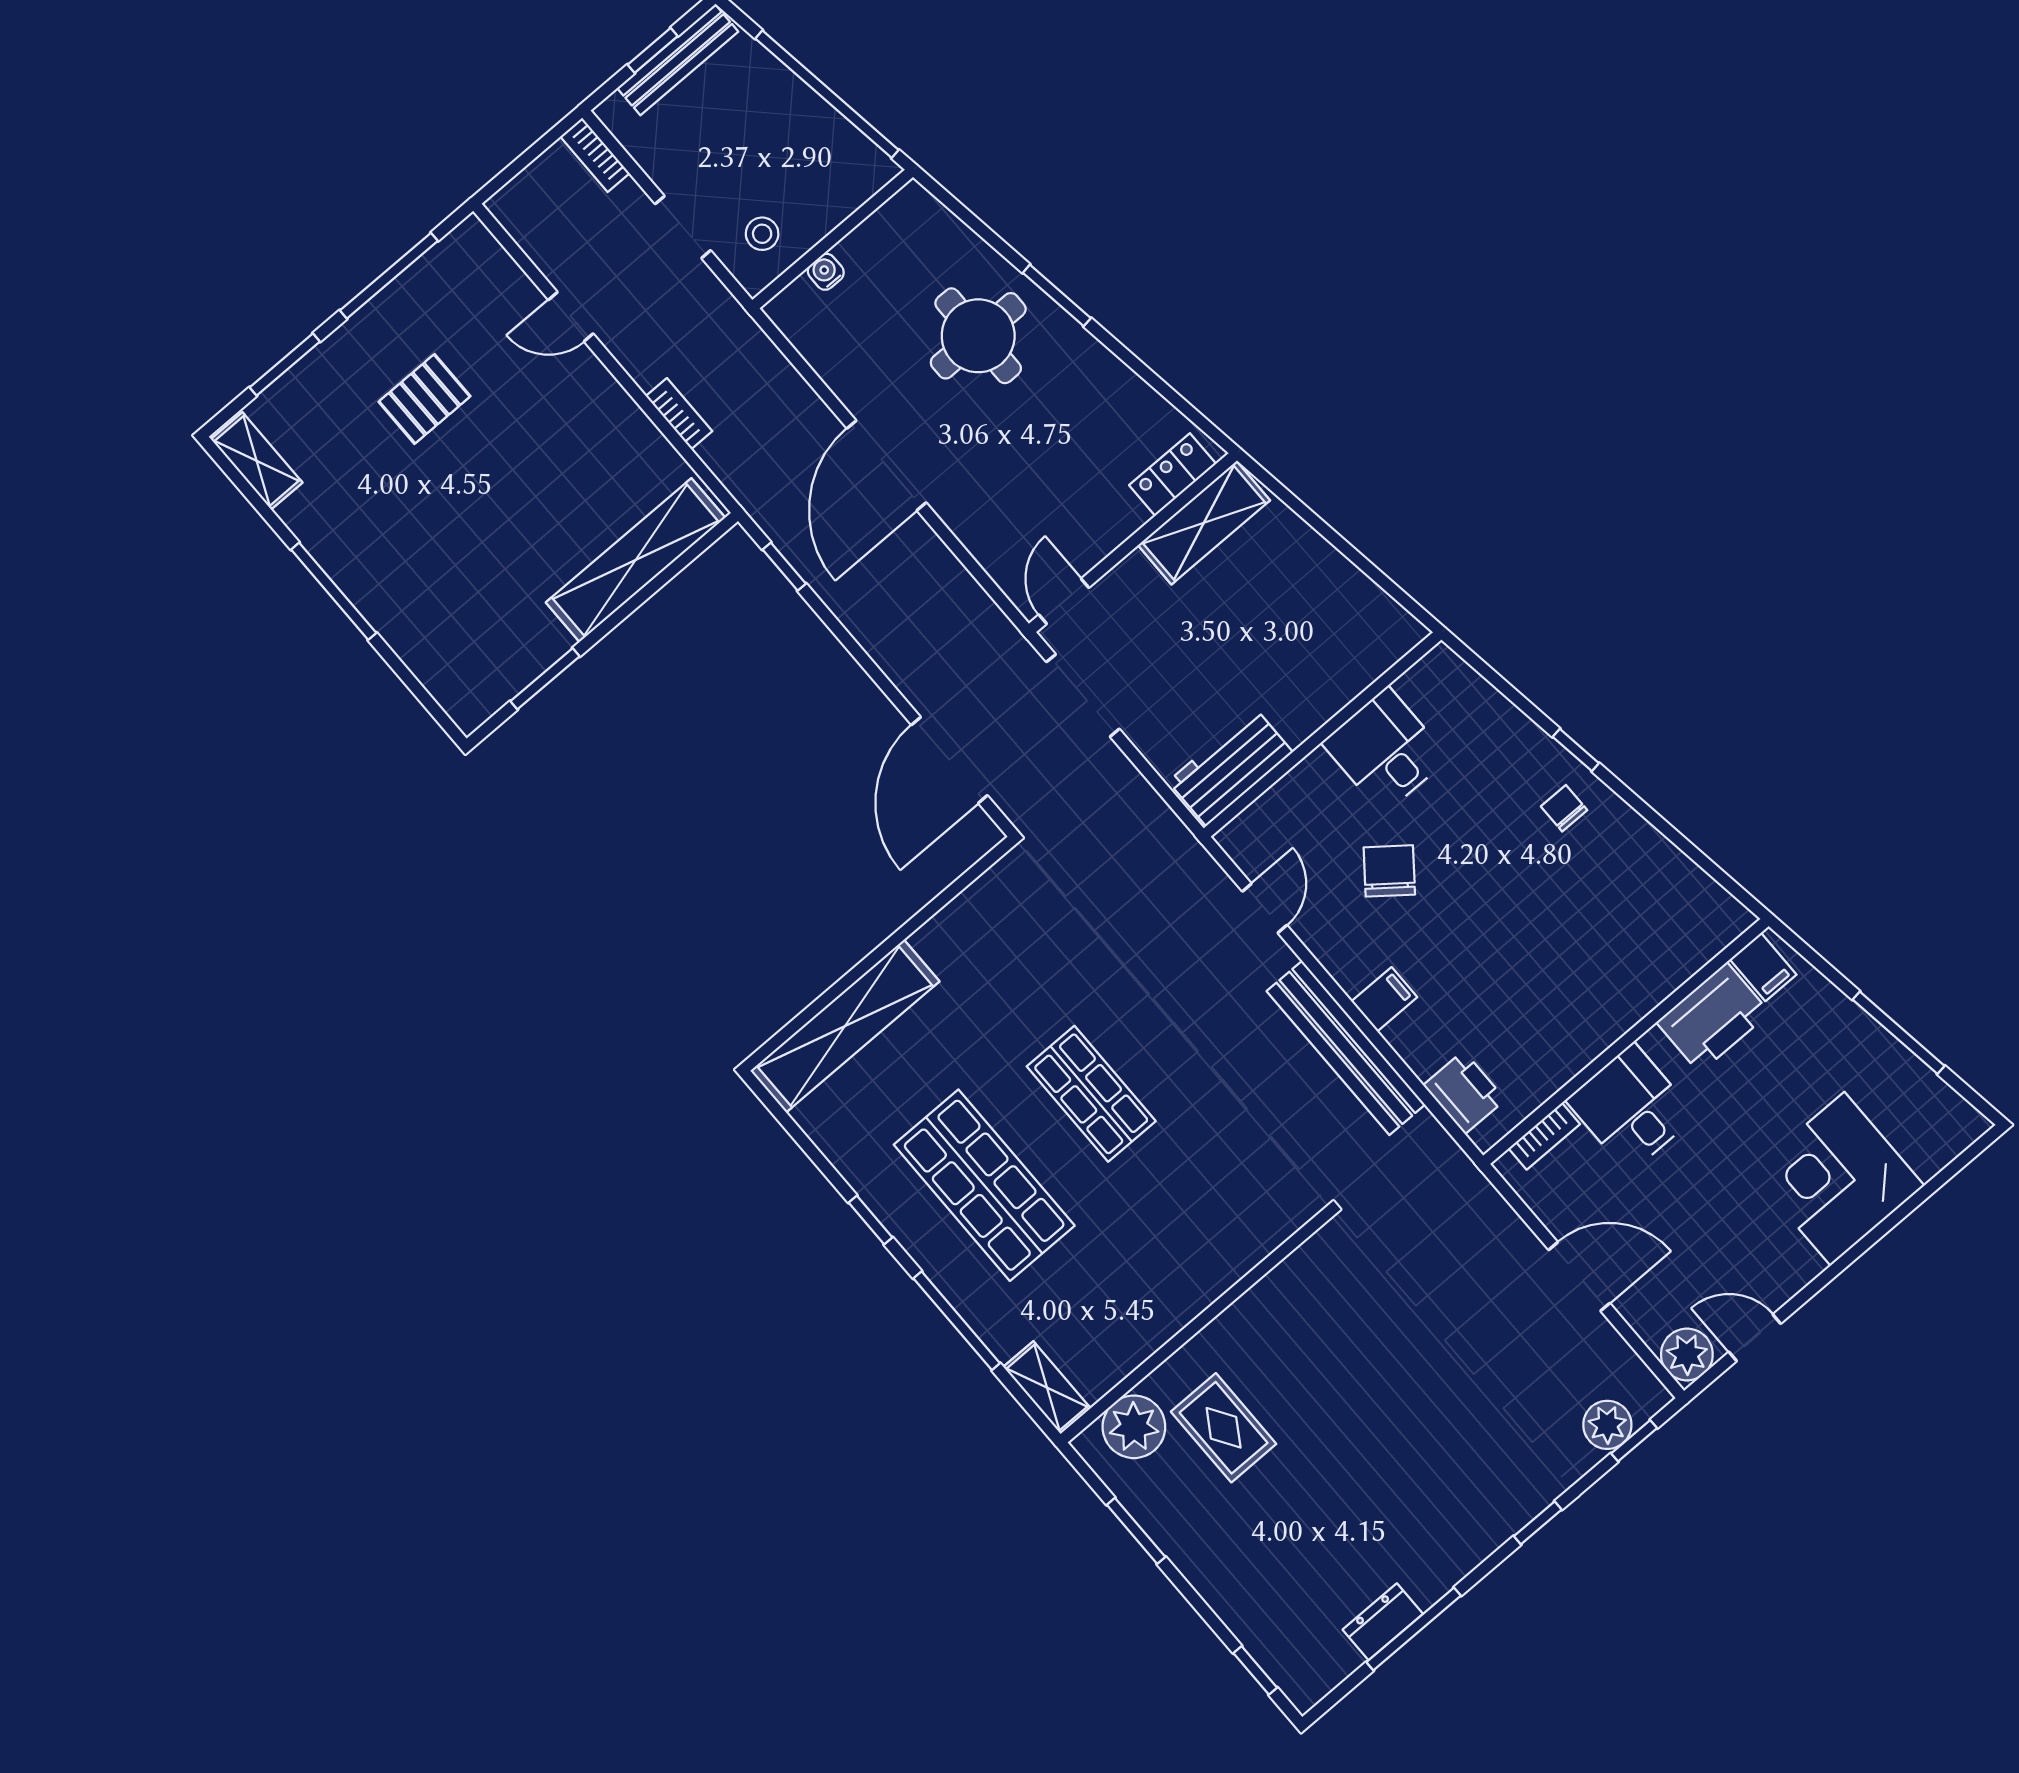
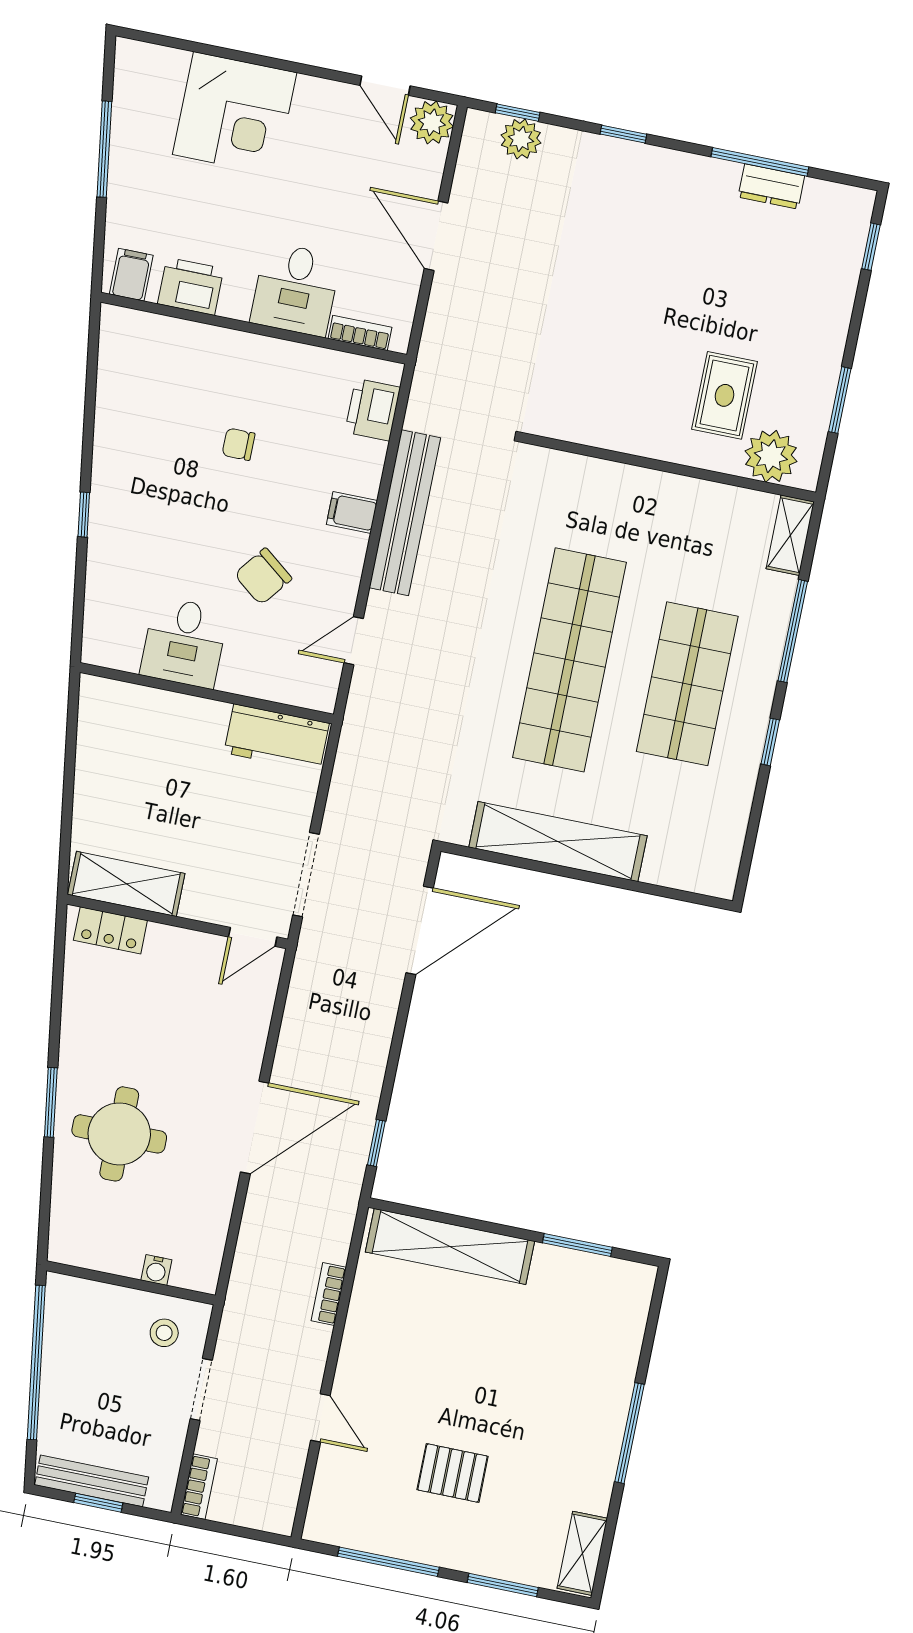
chair: (1564, 808) -> (239, 444), moved, turned 90
printer: (1713, 1018) -> (191, 286), width x0.73, depth x0.84
shelving: (845, 1026) -> (558, 842), moved
shop shelf: (1091, 1094) -> (570, 660), width x2.00, depth x1.36

